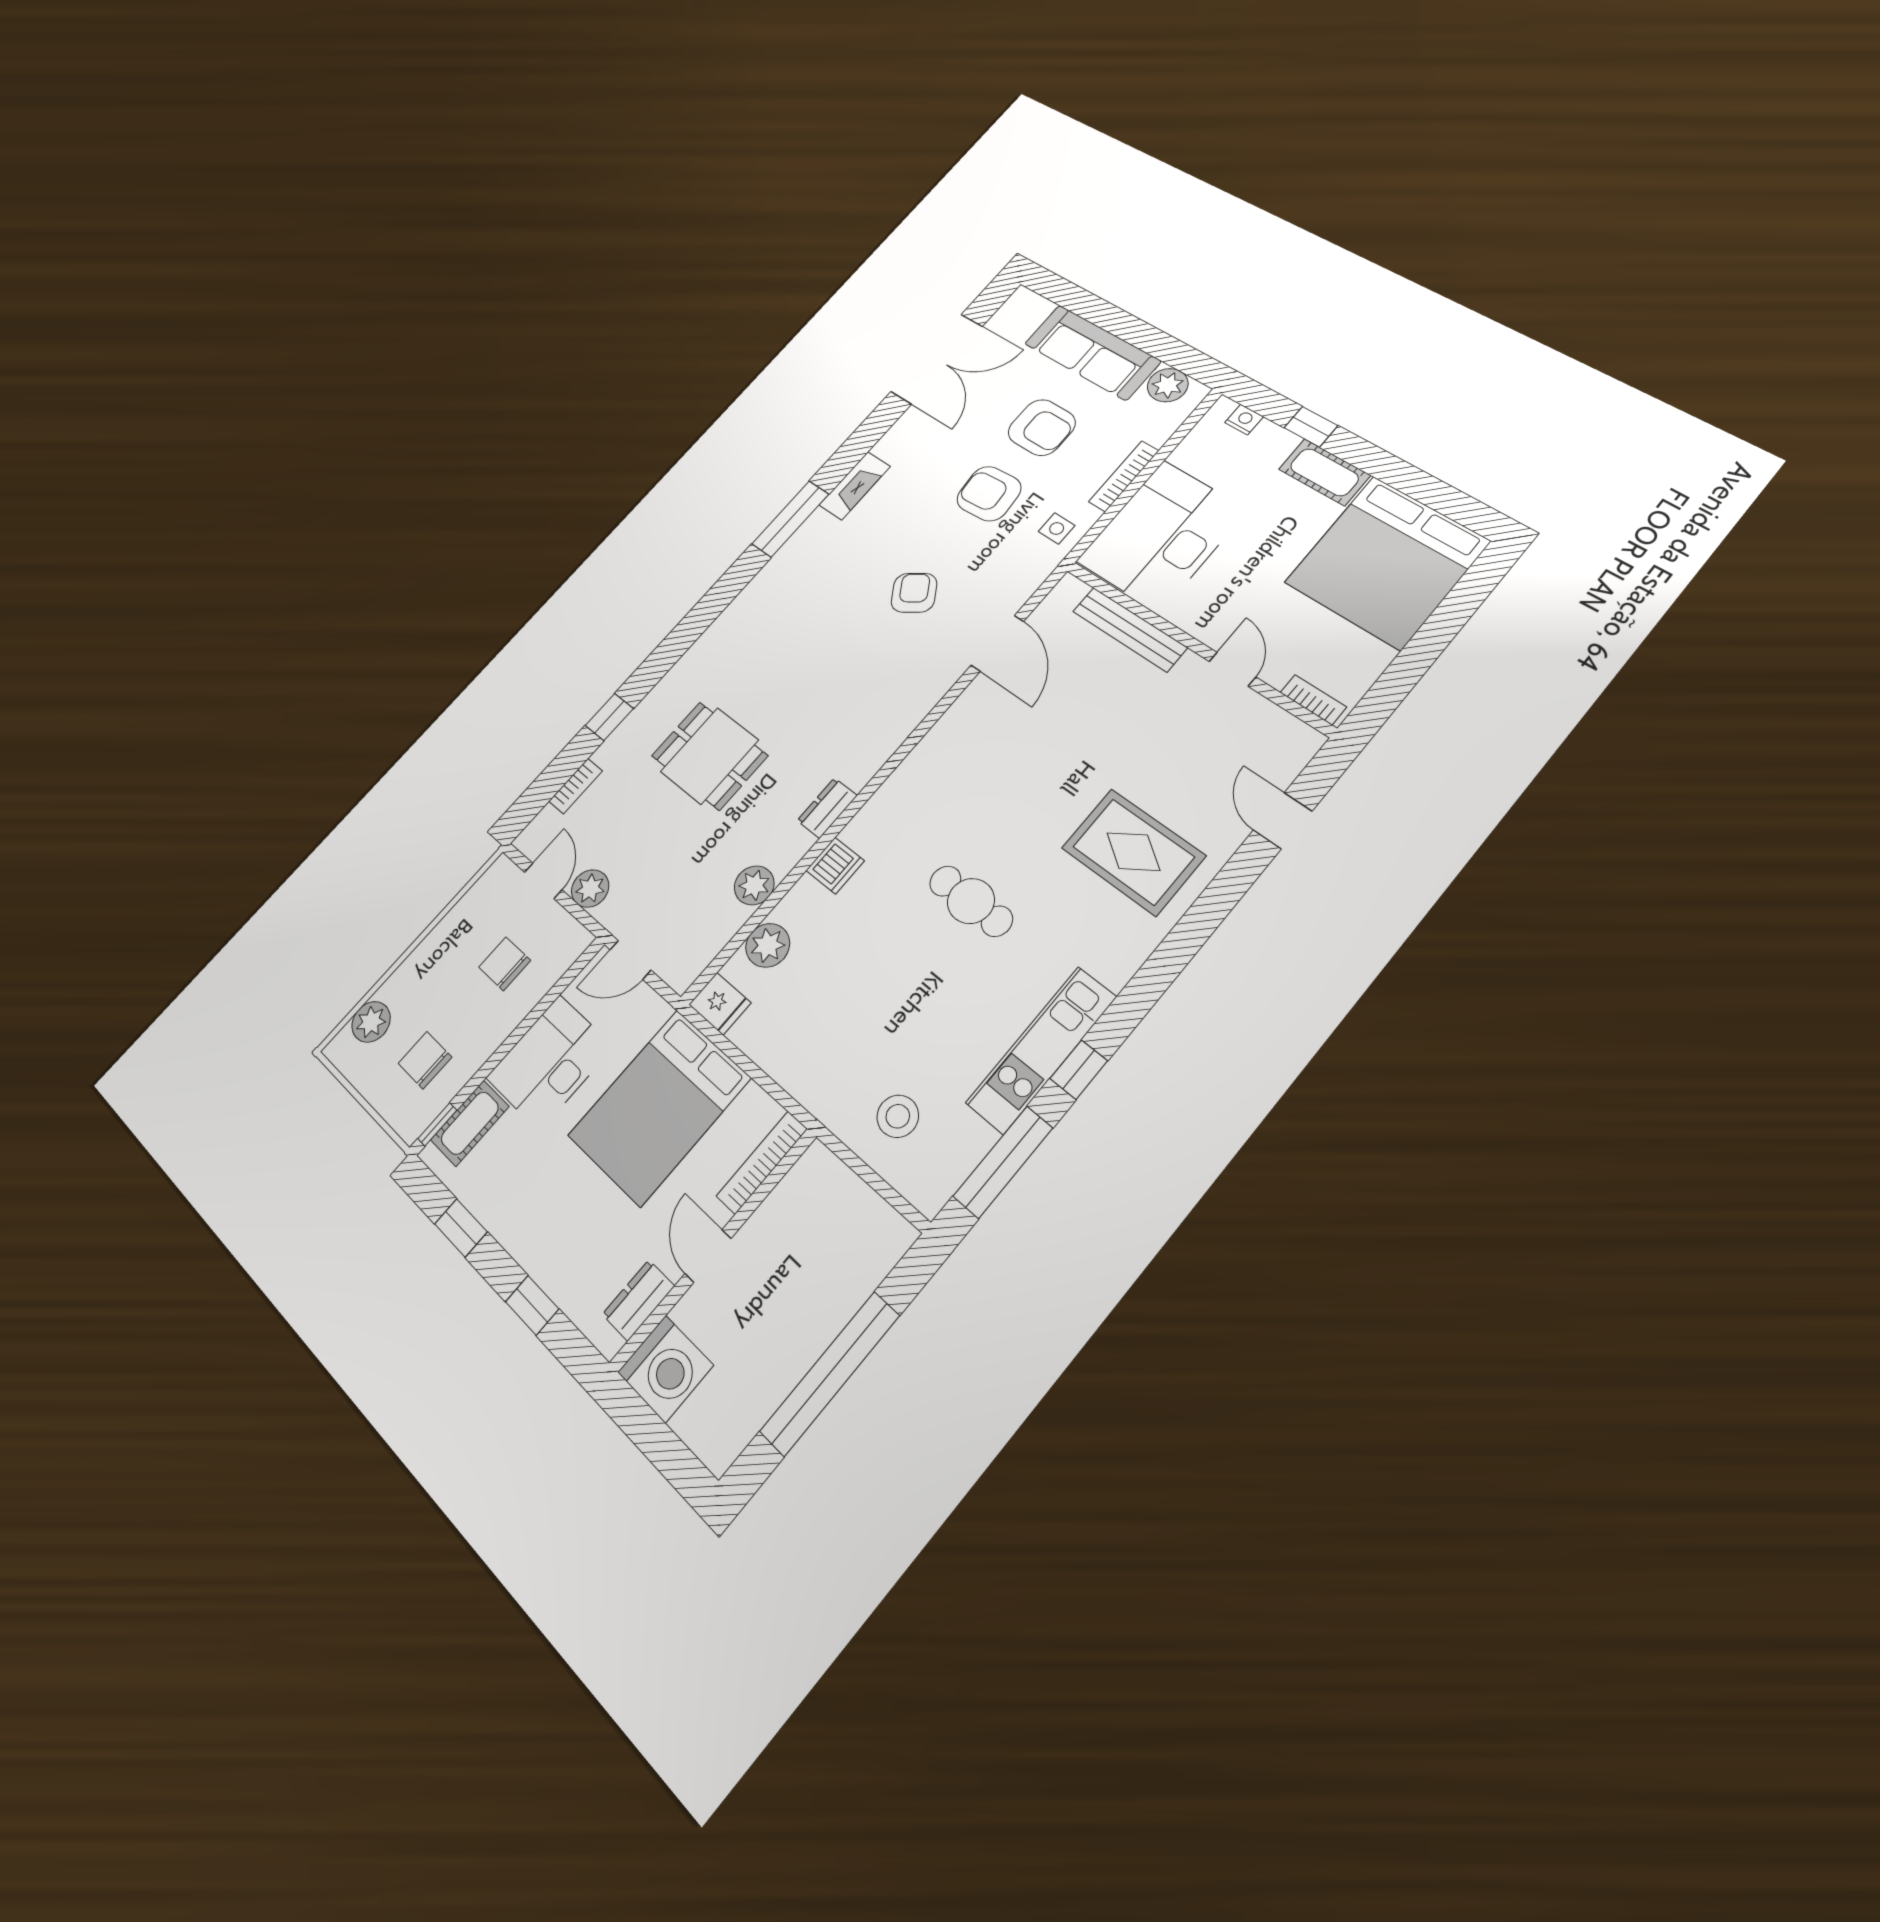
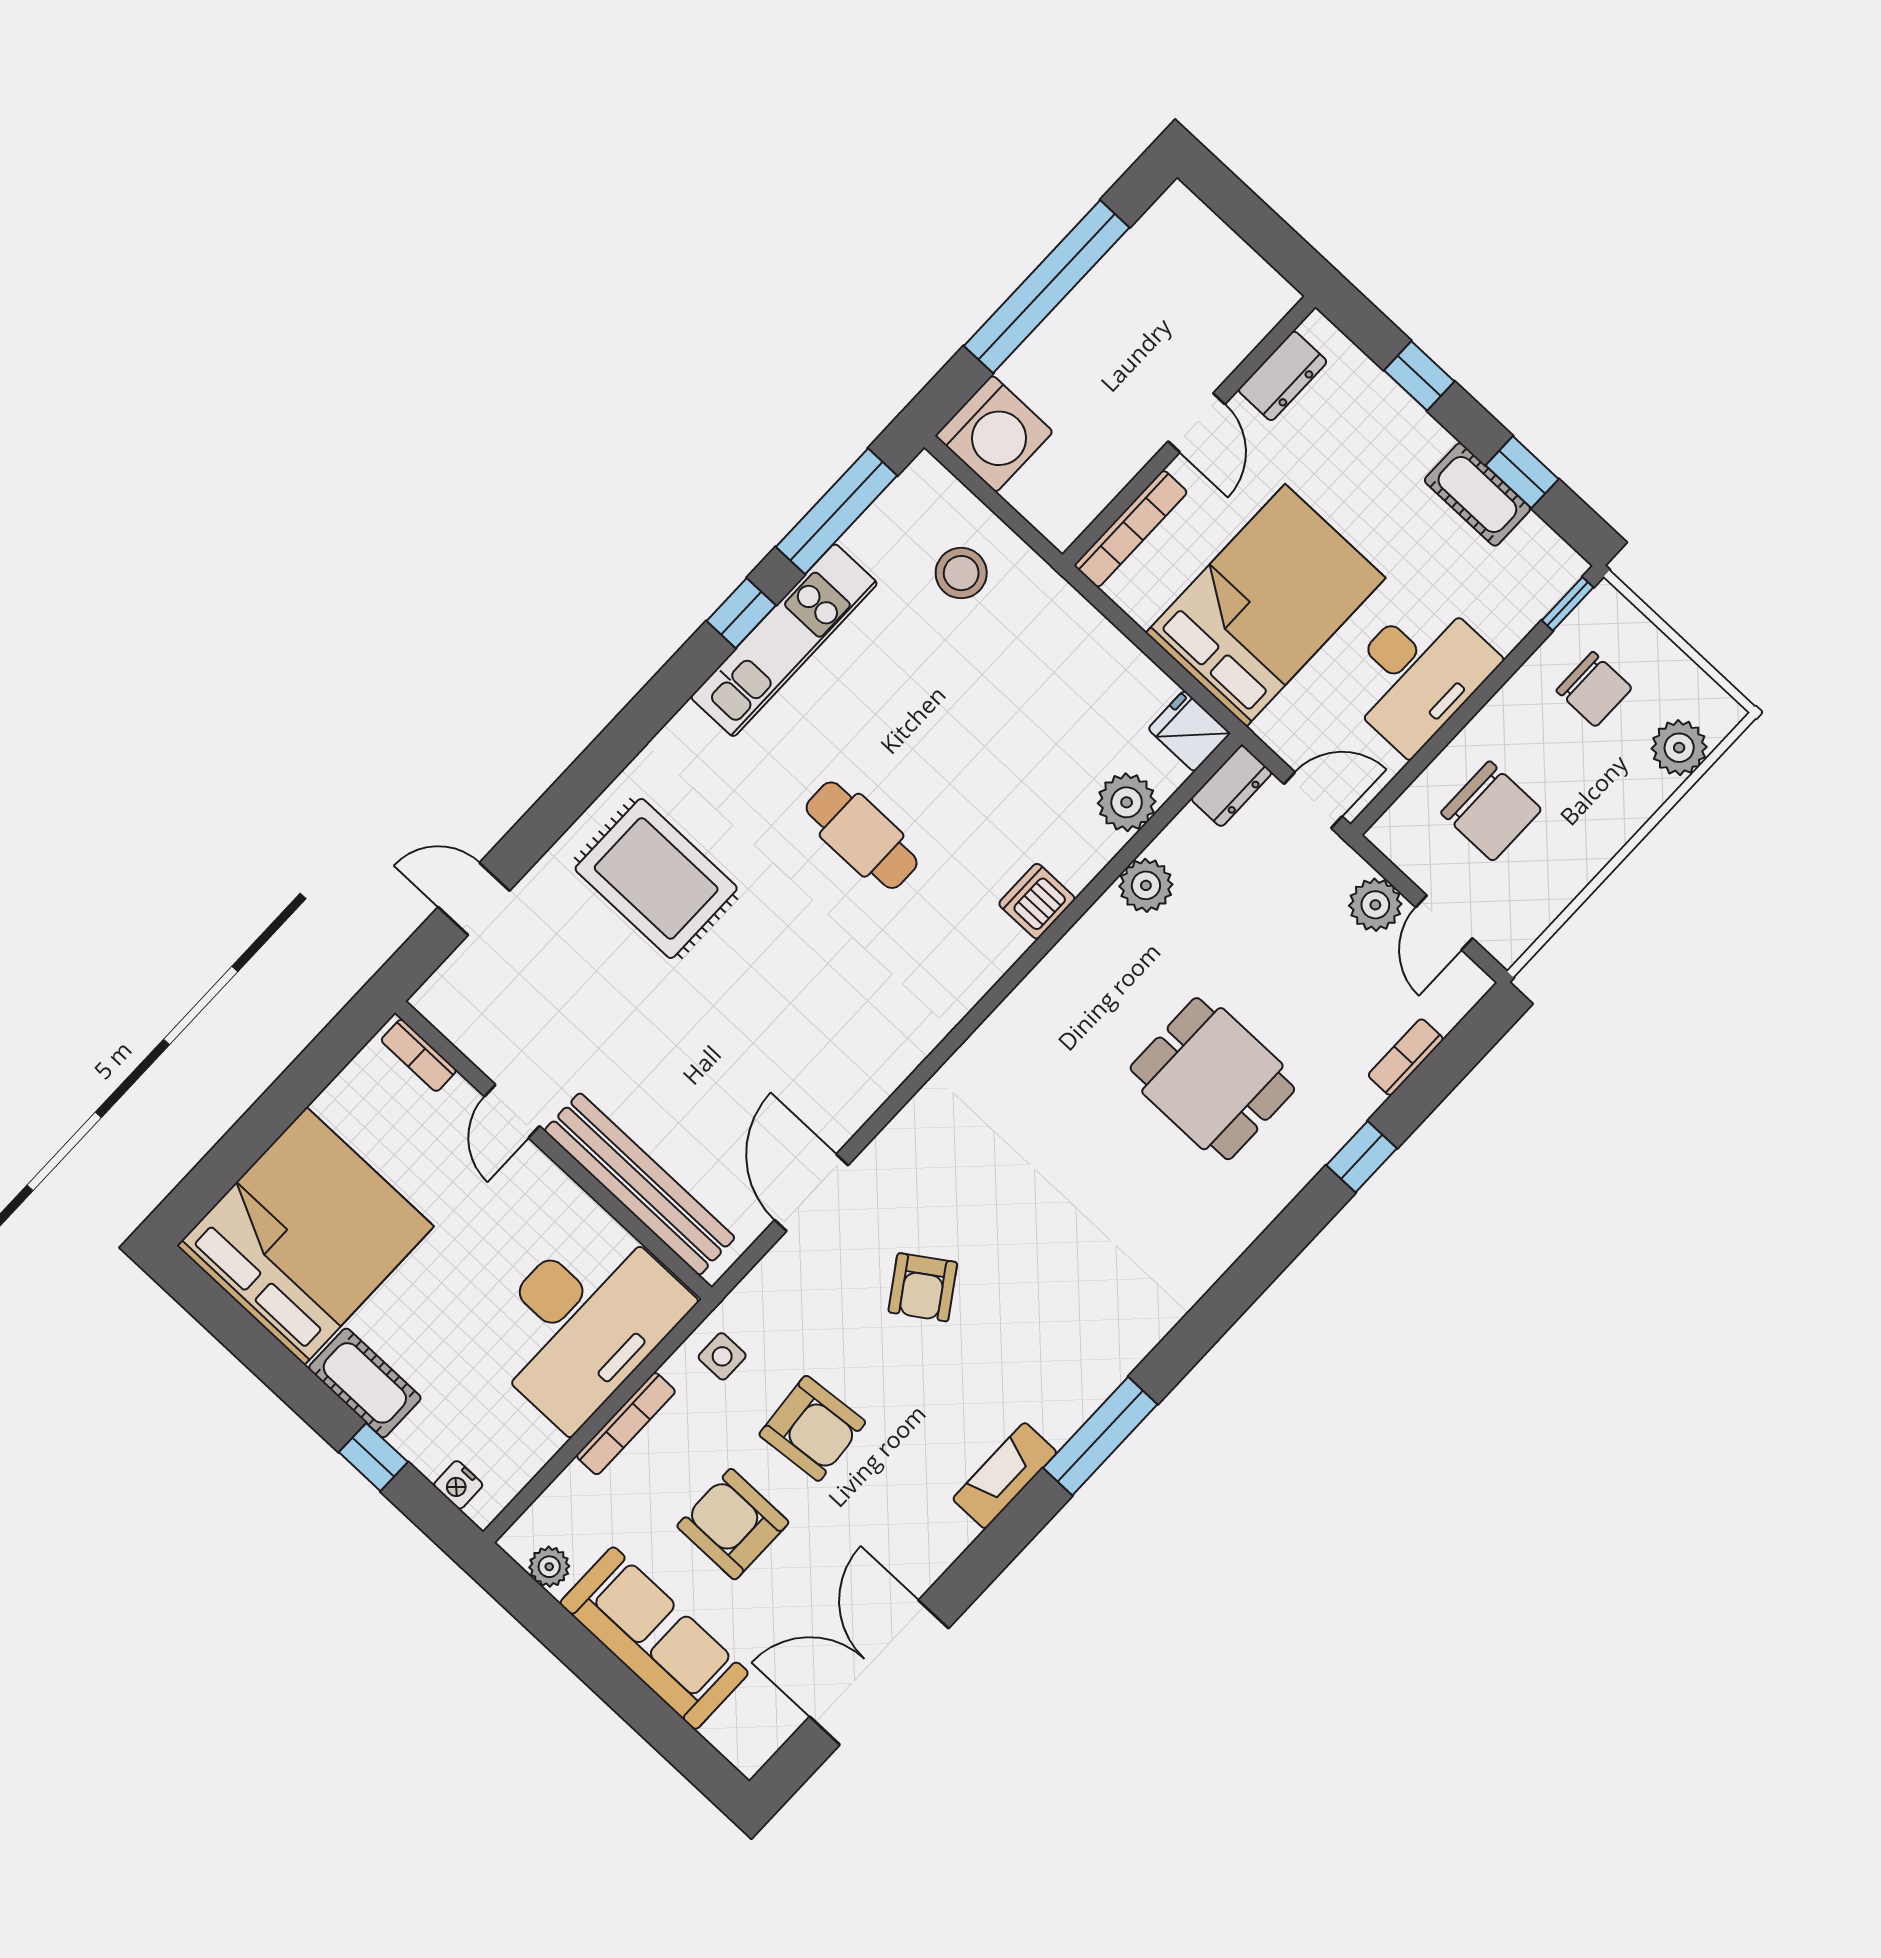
plant: (1168, 385) -> (549, 1567), width x0.73, depth x0.73
bench: (1130, 629) -> (640, 1184), width x1.37, depth x1.21
dresser: (827, 808) -> (1231, 786), moved
door: (1283, 821) -> (474, 899), swing flipped
chair: (505, 964) -> (1491, 811), width x1.37, depth x1.37
cot: (470, 1123) -> (1477, 495), moved, turned 90
washing machine: (665, 1369) -> (994, 434), moved, turned 180

